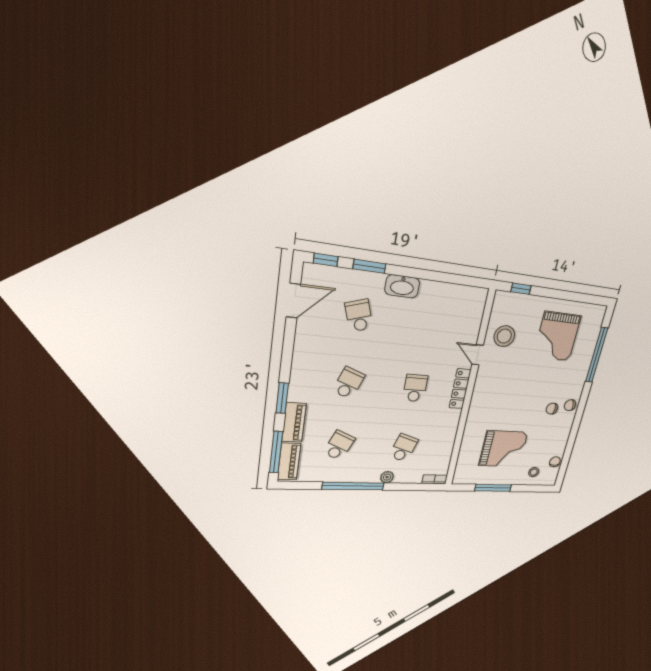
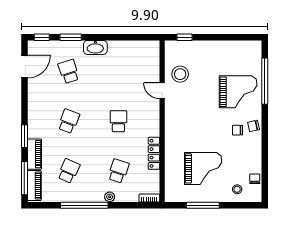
grand piano: (557, 336) -> (238, 92), moved, turned -90
locker: (460, 389) -> (154, 153), moved

